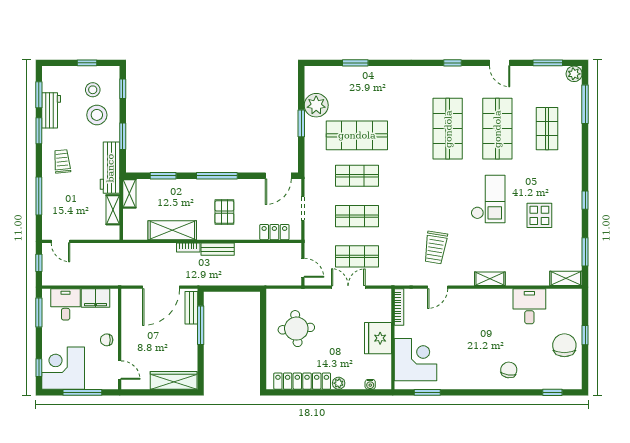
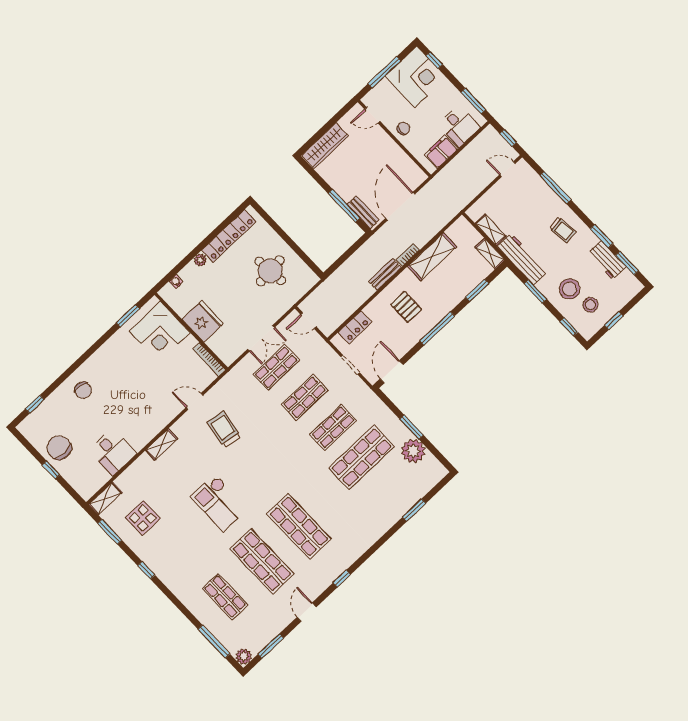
door: (500, 63) -> (307, 612), hinge flipped
display table: (539, 215) -> (143, 518), moved
door: (438, 287) -> (195, 401), hinge flipped
chair: (564, 345) -> (59, 448), turned 180

